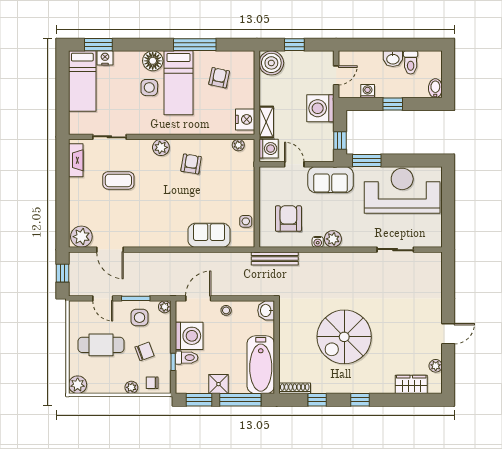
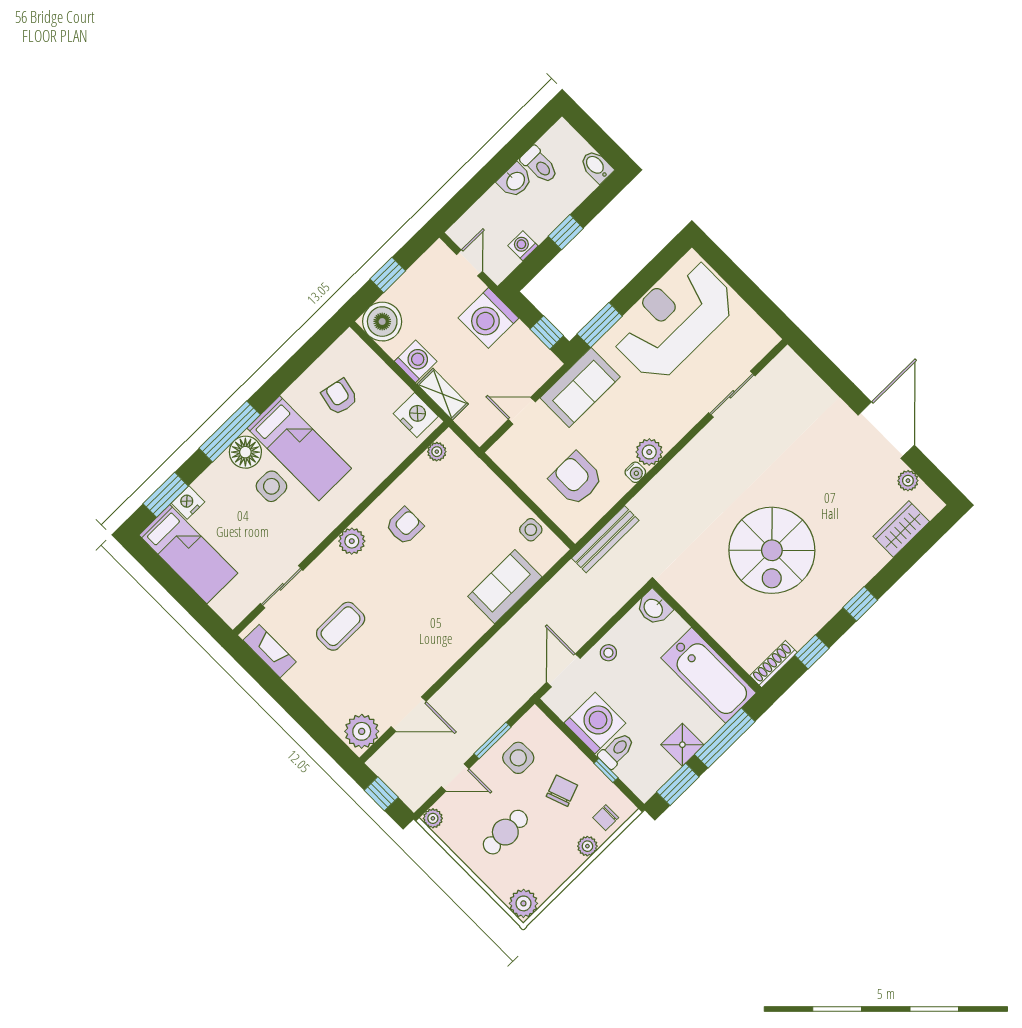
window: (195, 45) -> (230, 431), moved
washing machine: (269, 149) -> (416, 361), moved
armchair: (191, 164) -> (405, 526), turned 81
plant: (165, 307) -> (433, 818), moved
door: (448, 334) -> (886, 430), width x1.87
cafe table: (101, 345) -> (505, 832), width x0.73, depth x0.74

